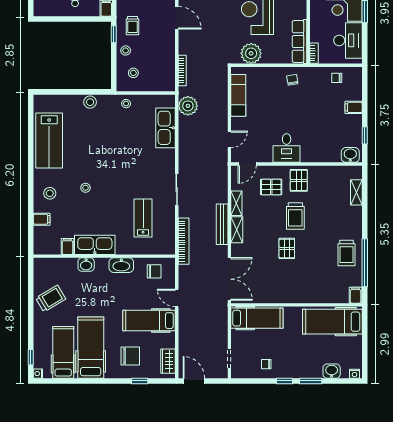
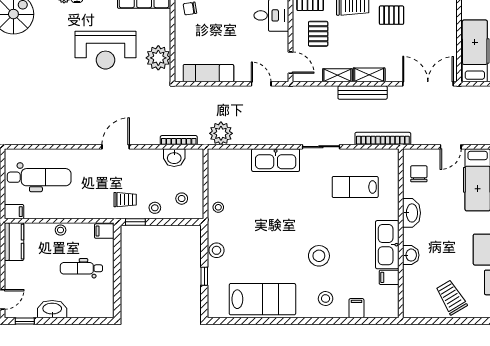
washbasin: (168, 67) -> (174, 158), added
window: (68, 92) -> (204, 276), added
kitchen sink: (166, 128) -> (276, 160), moved
stool: (85, 188) -> (319, 256), width x1.89, depth x1.89

